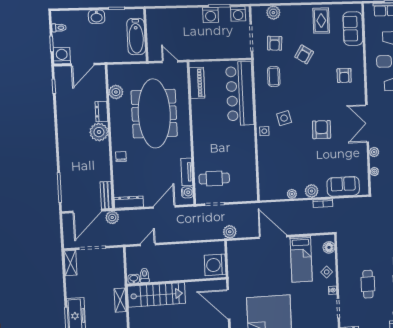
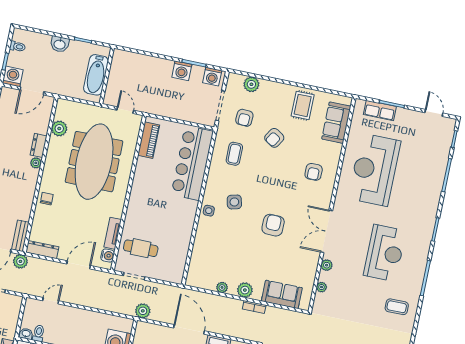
plant: (99, 132) -> (36, 163), width x0.53, depth x0.53

